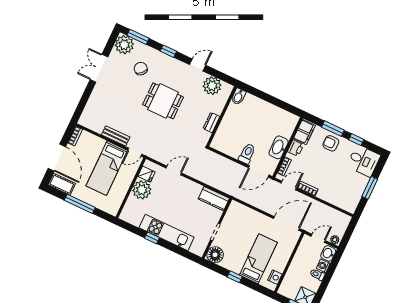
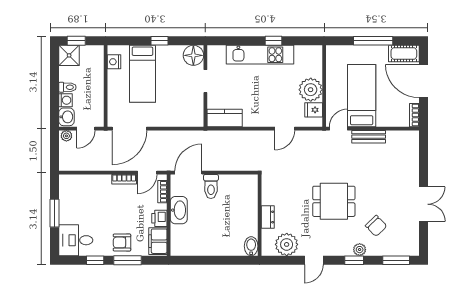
plant: (124, 45) -> (360, 250), moved, width x0.53, depth x0.53
dresser: (211, 123) -> (268, 217), moved
armchair: (331, 143) -> (122, 242), turned 180

